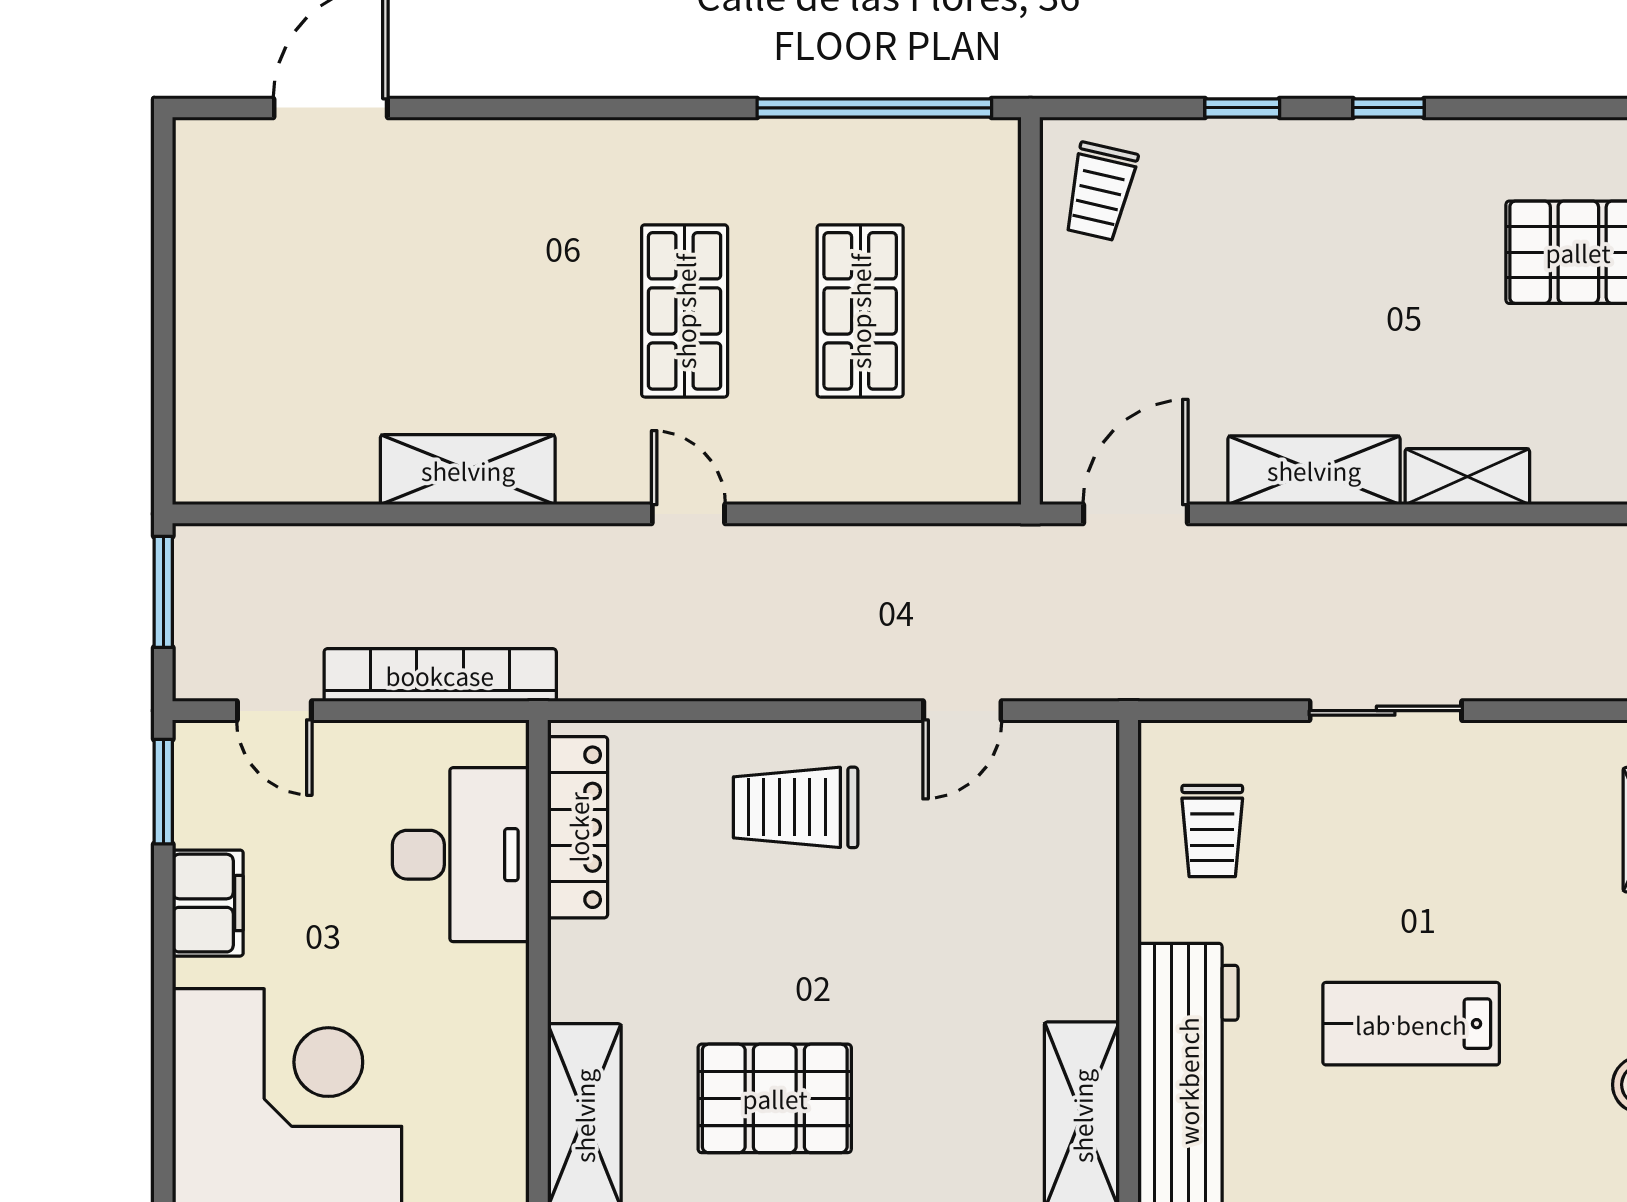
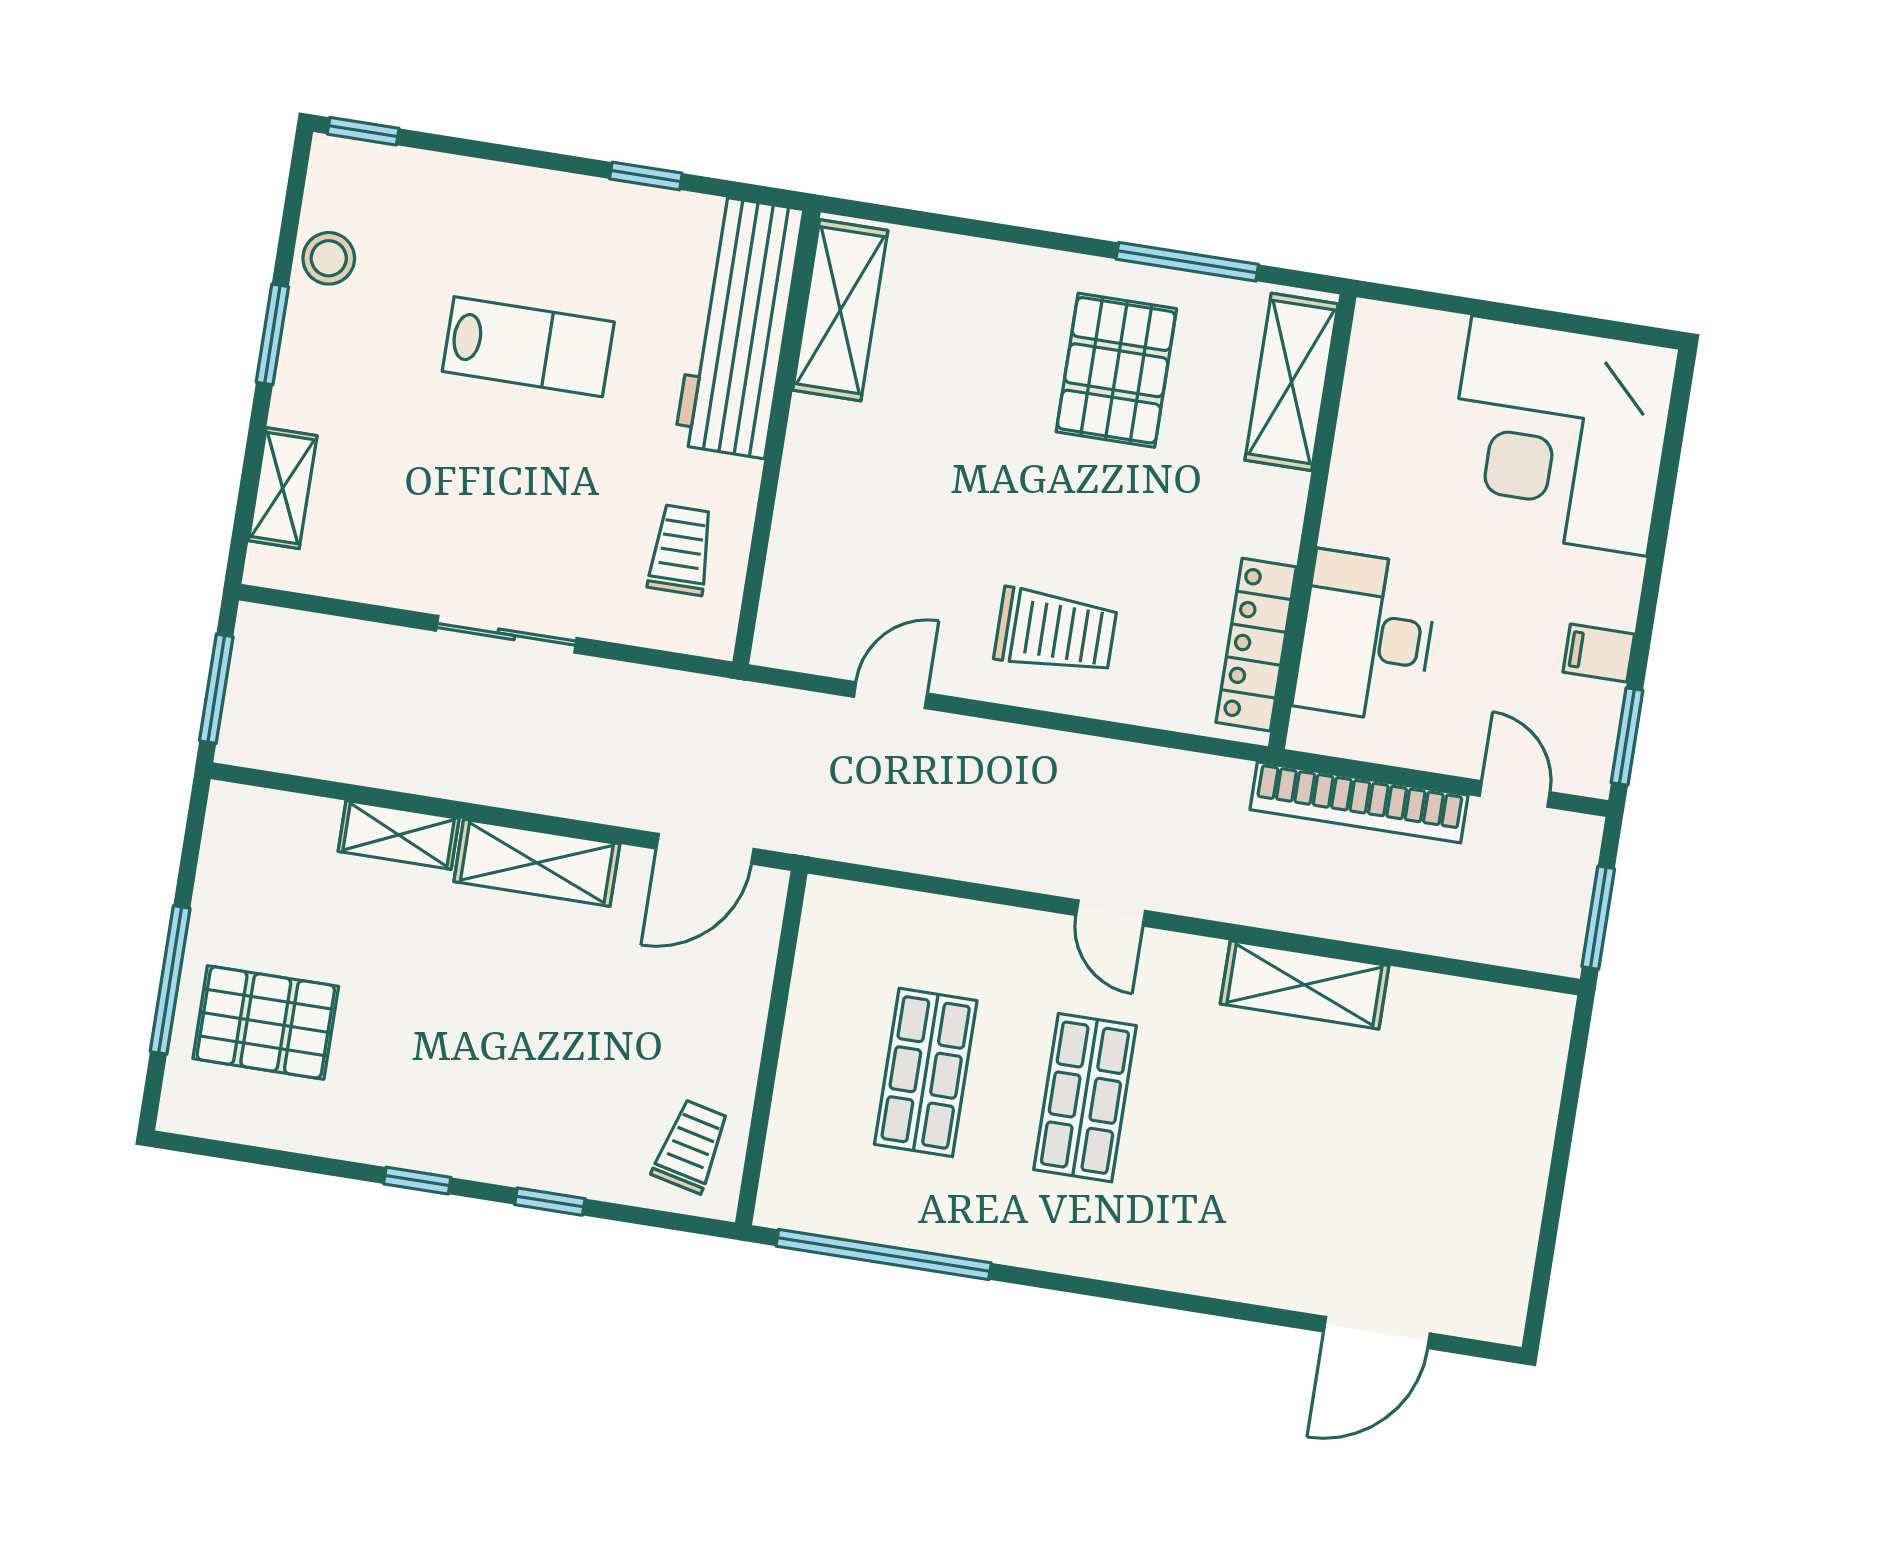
filing cabinet: (208, 903) -> (1599, 653), width x0.50
pallet: (775, 1098) -> (1116, 370), turned 90

